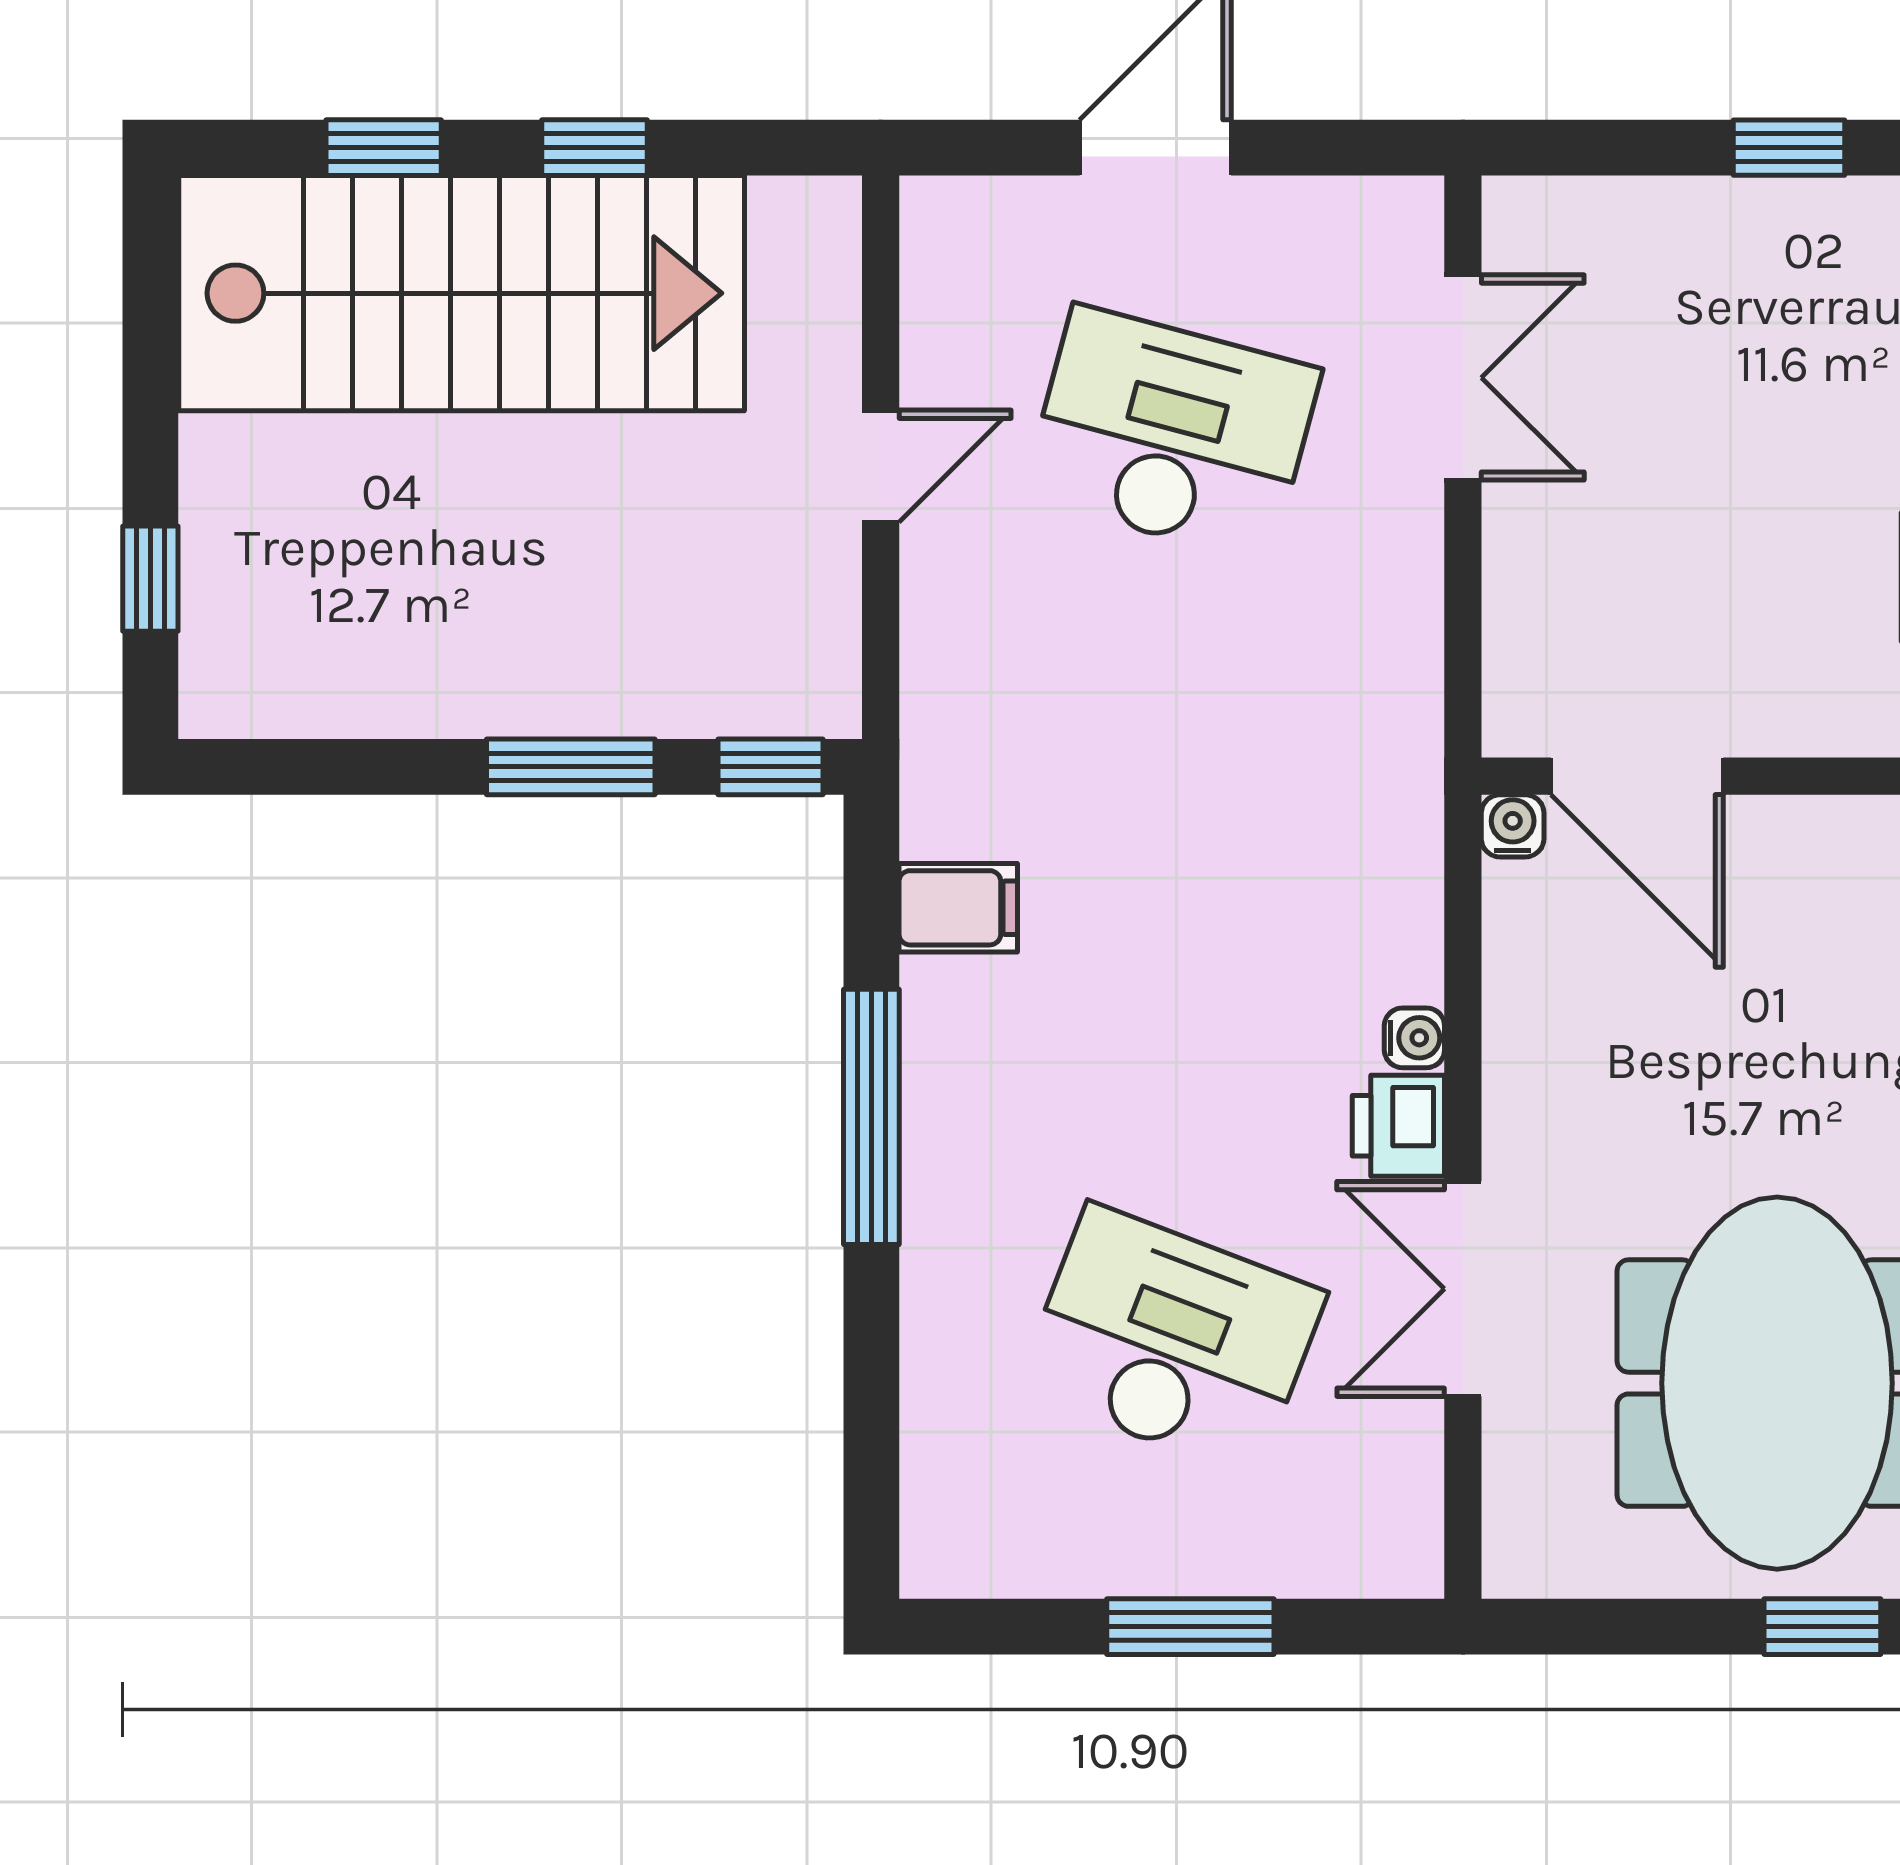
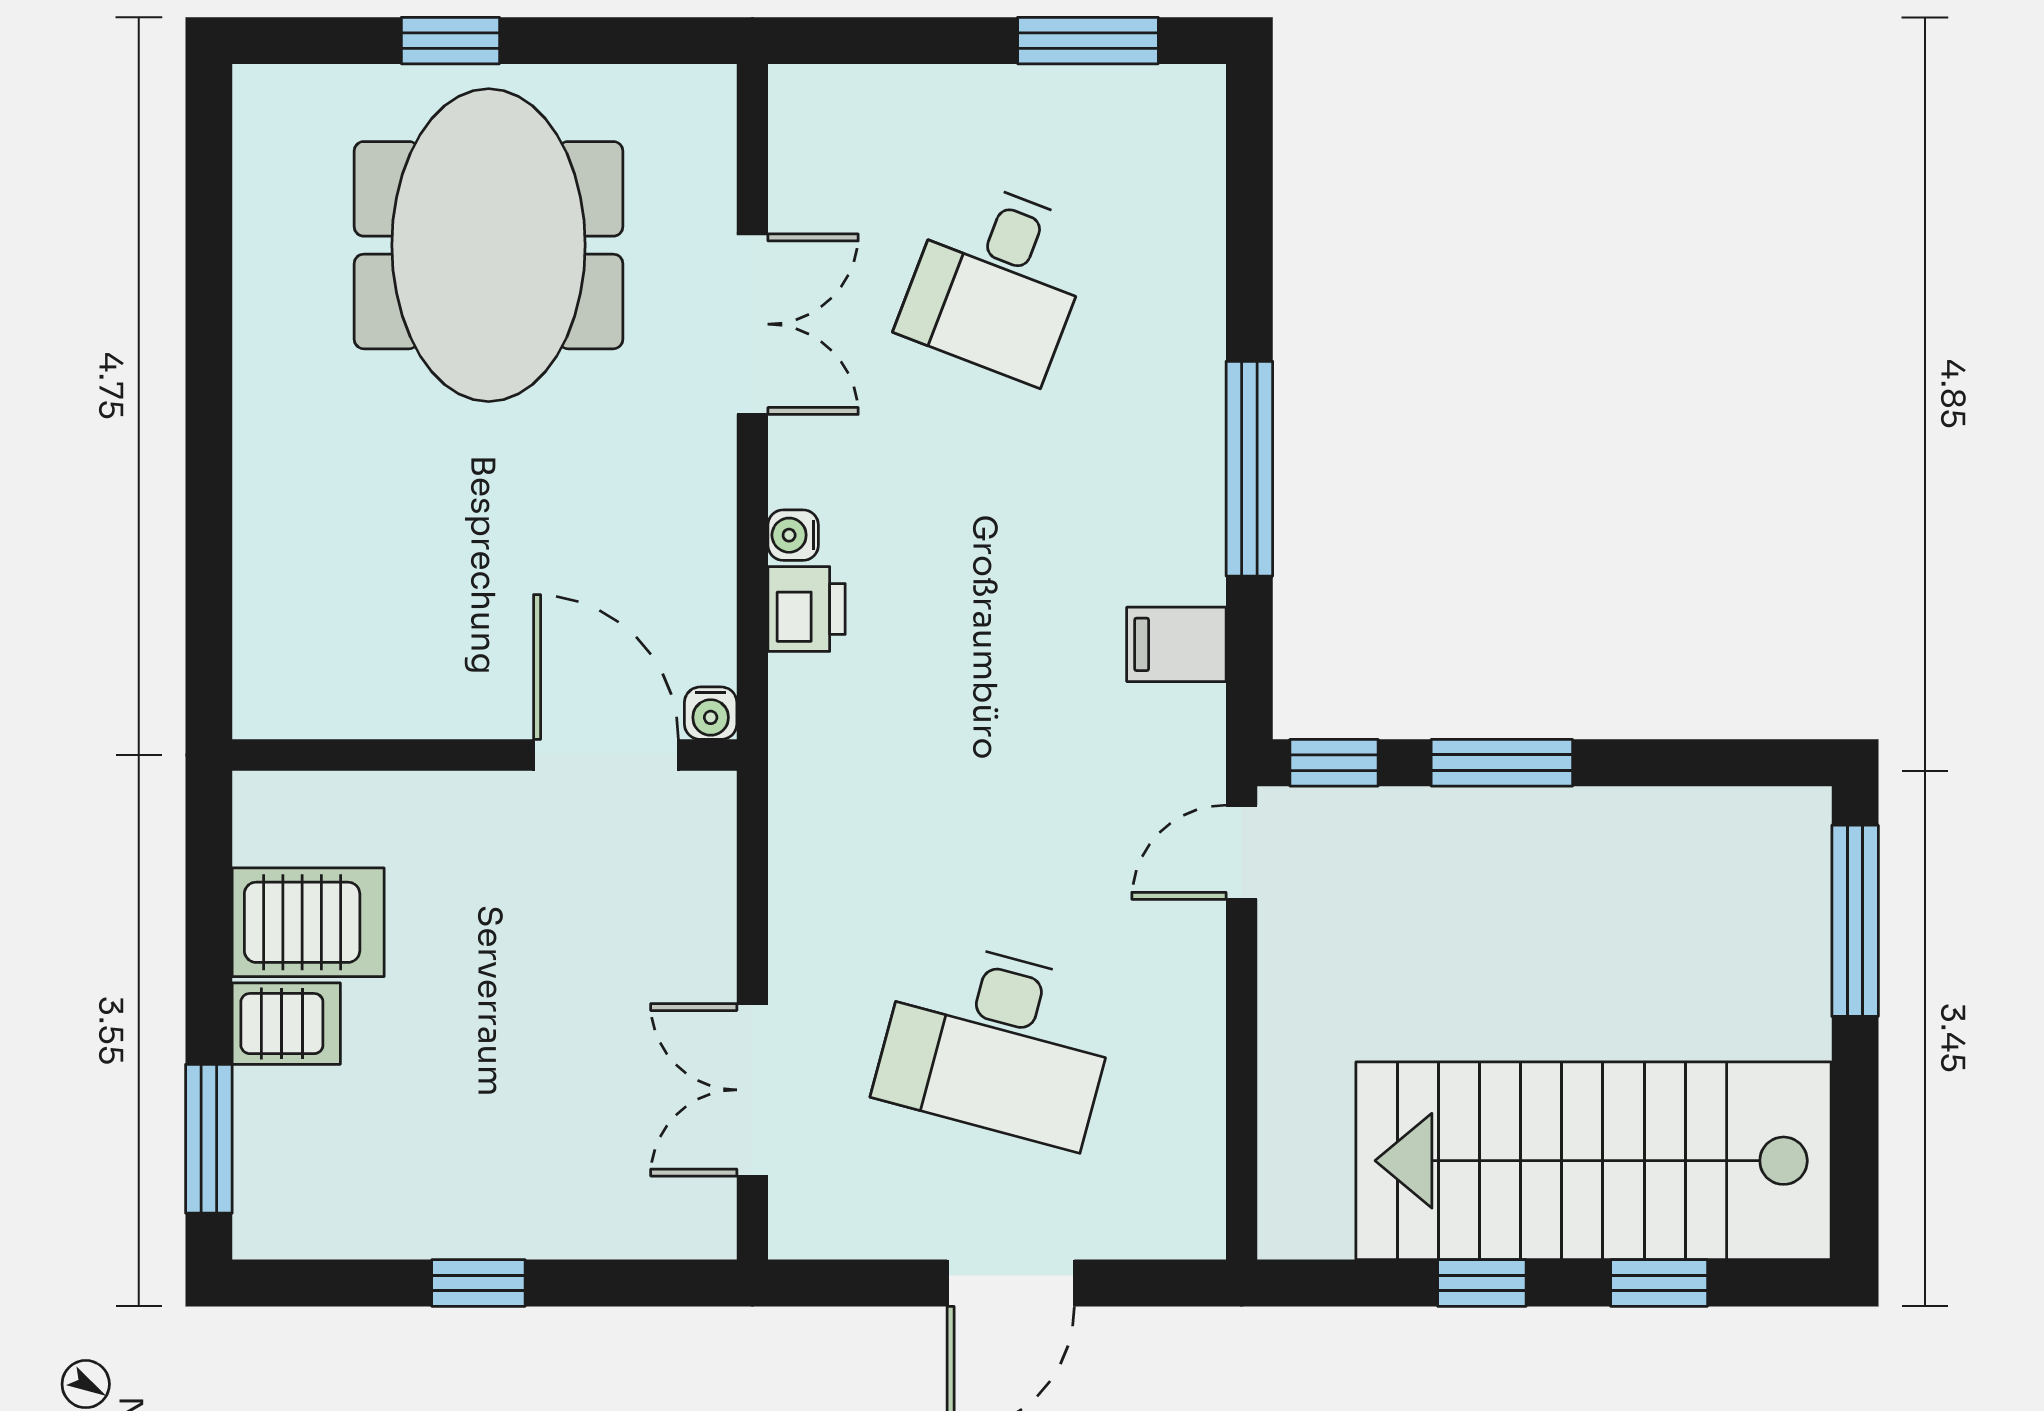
door: (881, 466) -> (1242, 852), moved
window: (150, 579) -> (1855, 921), width x2.17
printer: (1398, 1126) -> (807, 609), moved
desk: (1172, 1341) -> (997, 281), width x0.73
window: (1190, 1627) -> (1088, 41), moved

